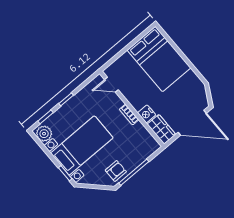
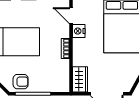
nightstand: (147, 114) -> (79, 31), moved

